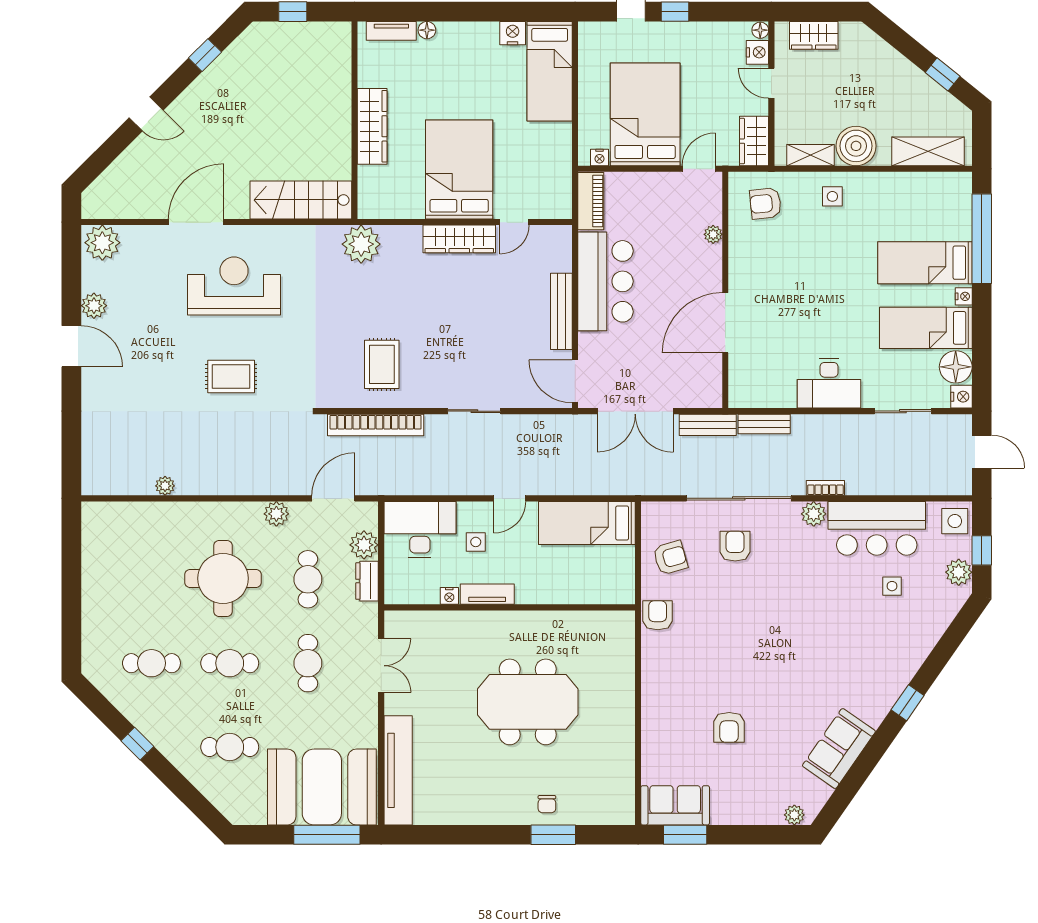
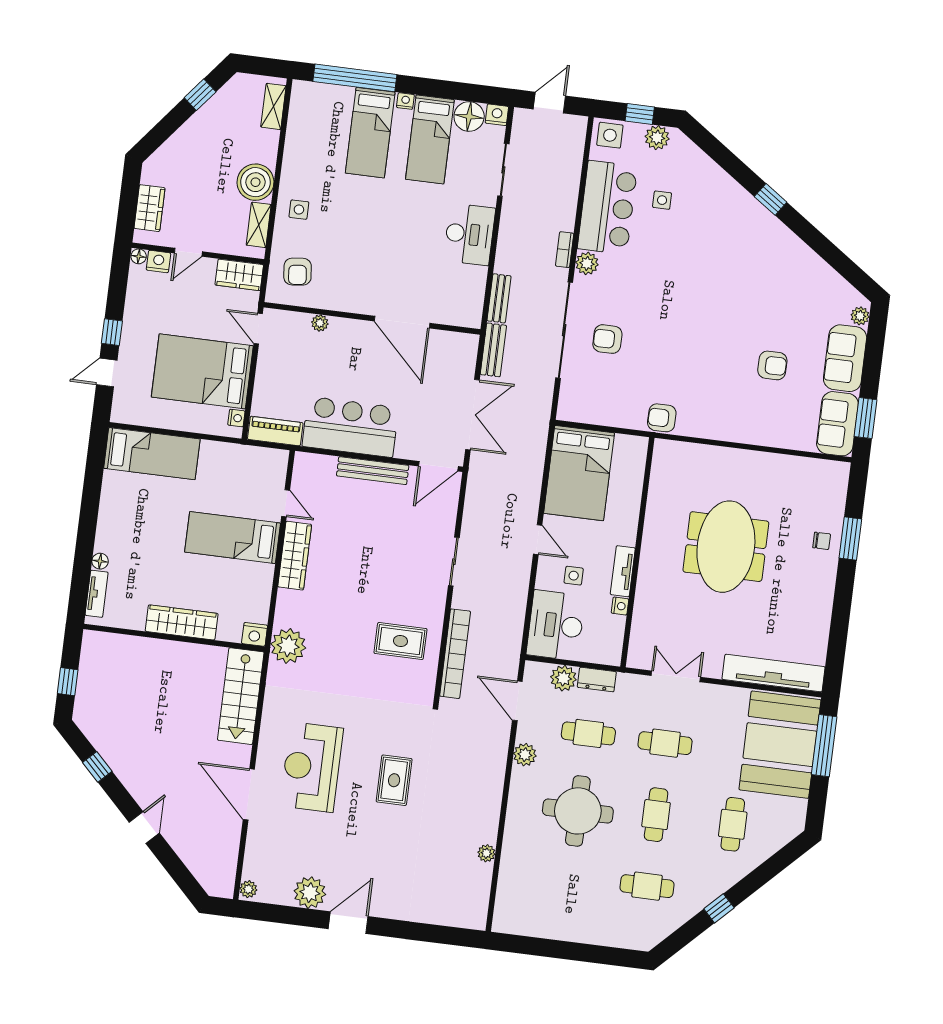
nightstand: (513, 33) -> (255, 634), moved, turned -90
shelving: (928, 151) -> (273, 106), width x0.67, depth x0.75
bed: (459, 170) -> (233, 538), width x0.67
plant: (102, 243) -> (248, 889), width x0.53, depth x0.53
plant: (94, 306) -> (310, 893), width x1.36, depth x1.36
bed: (587, 523) -> (579, 473), width x1.50
armchair: (670, 558) -> (611, 400), removed
cafe table: (151, 663) -> (647, 886), turned 90
sofa: (839, 749) -> (845, 358), moved, turned 55

